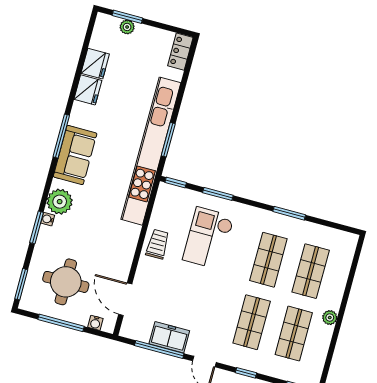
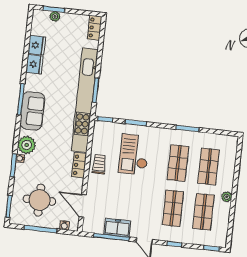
locker: (129, 241) -> (79, 165), added

